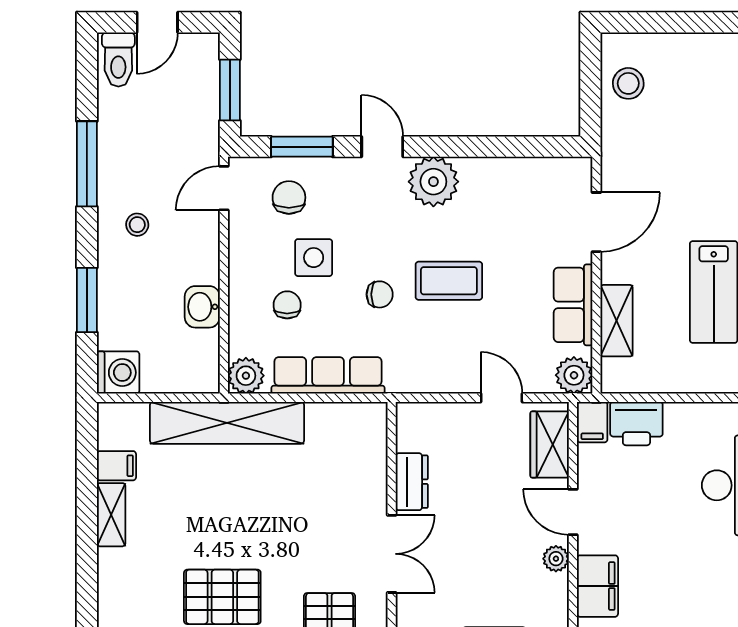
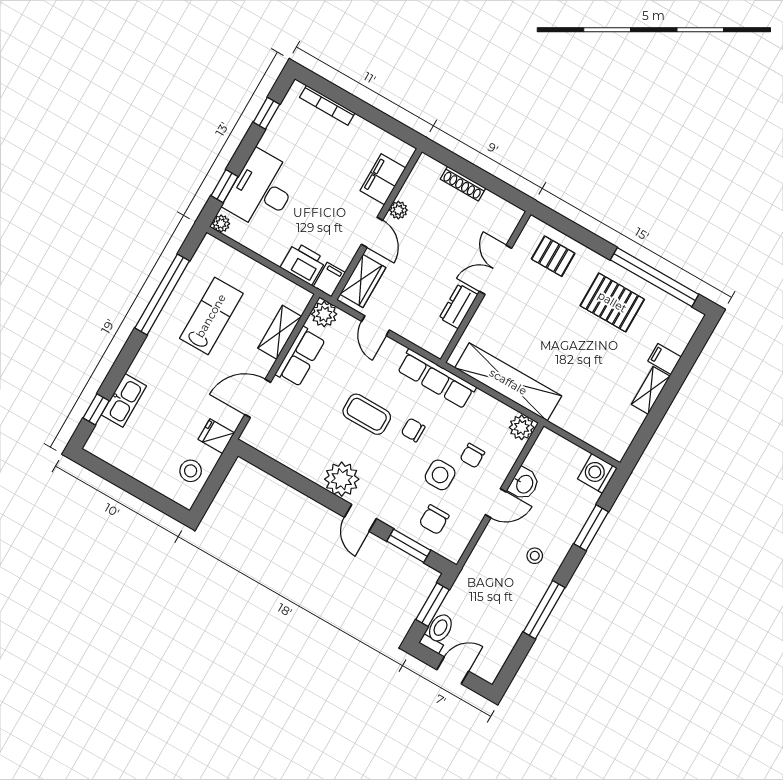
toilet: (118, 60) -> (438, 632), moved
fridge: (621, 145) -> (216, 436), added
door: (224, 188) -> (496, 503), moved
row of seats: (328, 375) -> (437, 379), moved
shelving: (227, 423) -> (508, 382), moved
filing cabinet: (116, 466) -> (664, 359), moved

